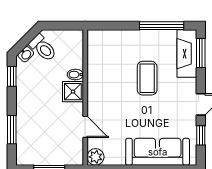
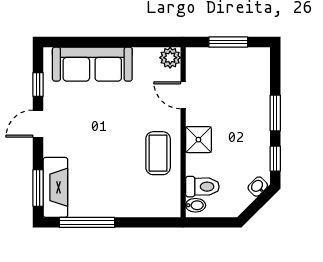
toilet: (43, 48) -> (202, 187), moved, turned 135
bidet: (75, 75) -> (196, 205), moved
coffee table: (147, 78) -> (158, 153), moved
window: (12, 130) -> (275, 113), moved

